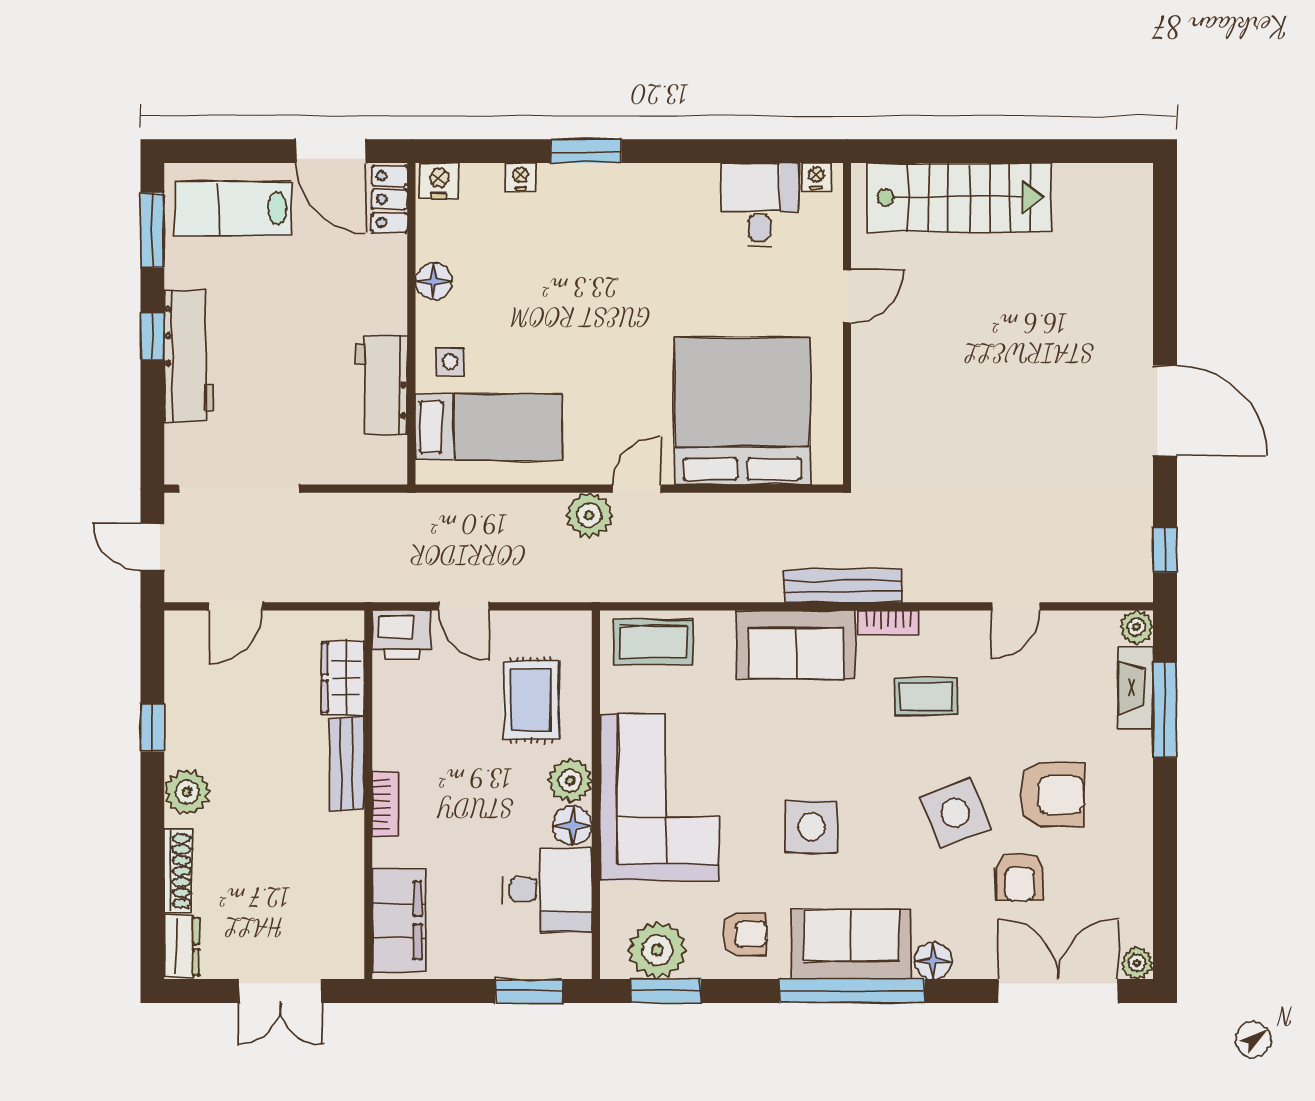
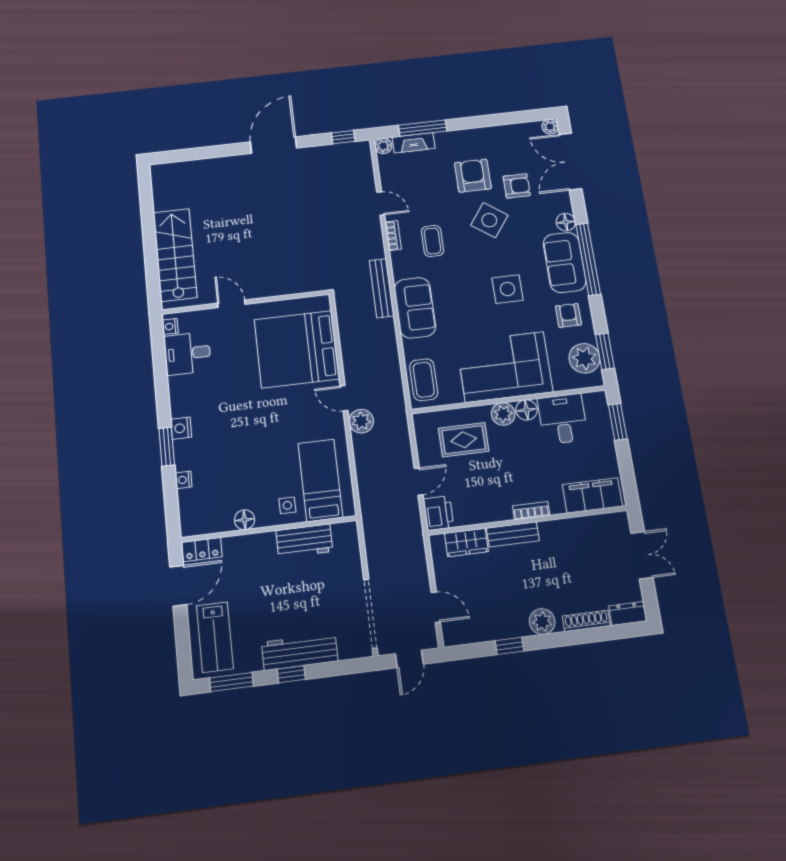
nightstand: (439, 181) -> (181, 428), moved
bookcase: (888, 622) -> (393, 236), moved
side table: (955, 813) -> (489, 220), turned -33

